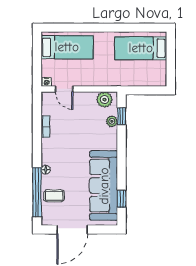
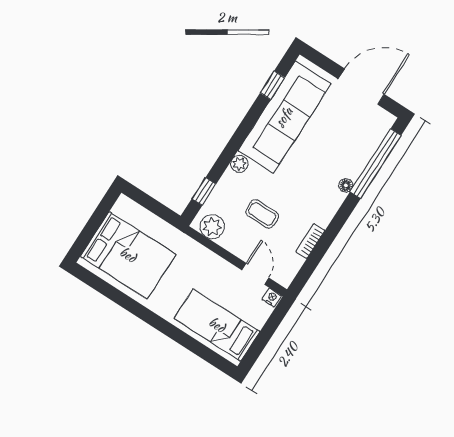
bed: (141, 48) -> (128, 255), width x1.50
plant: (112, 121) -> (239, 164), moved
coffee table: (54, 196) -> (262, 214), moved

